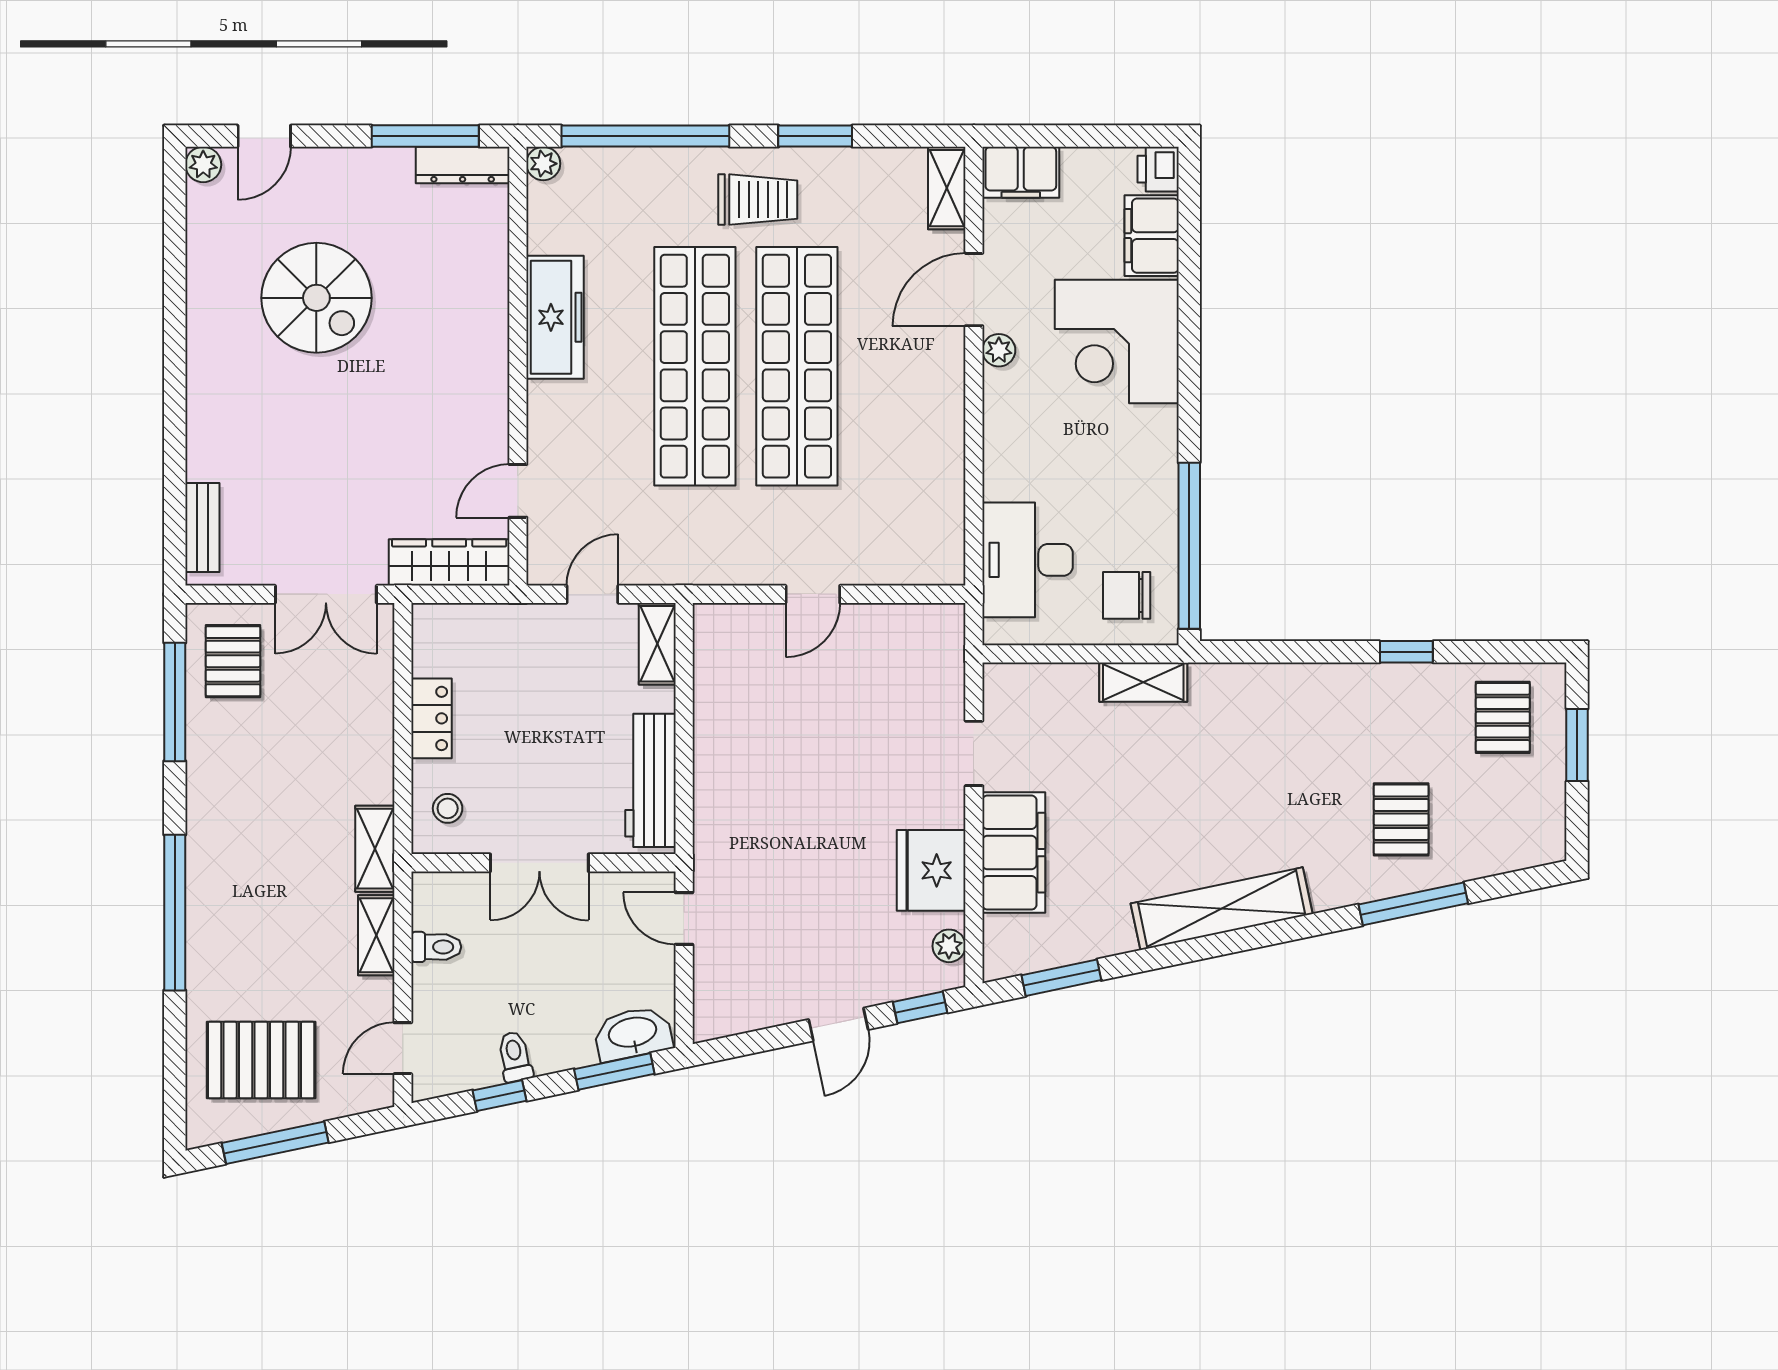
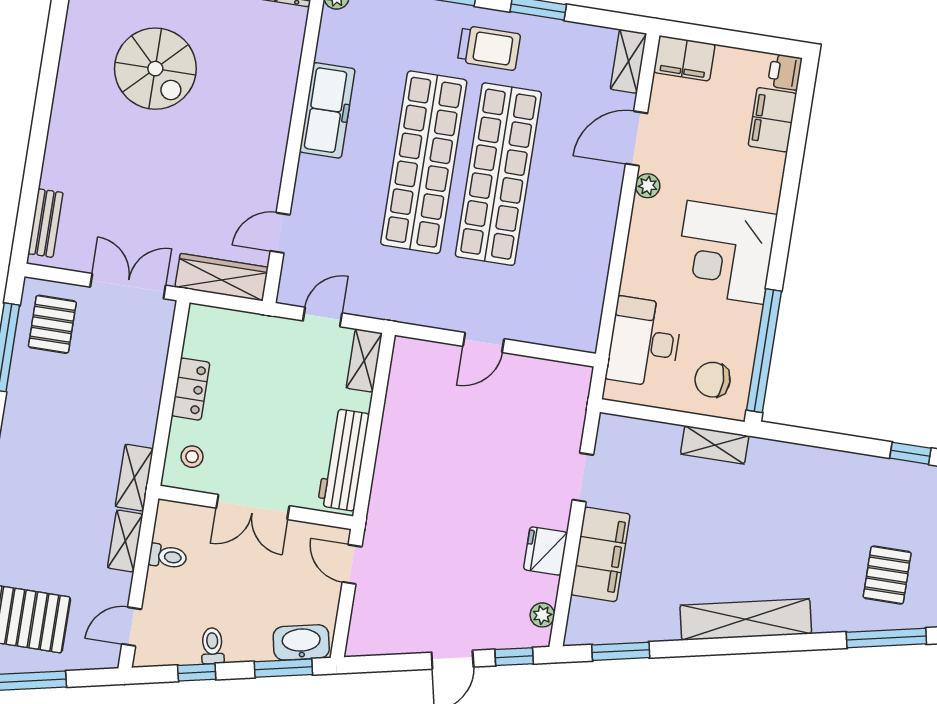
corner desk: (1117, 341) -> (725, 252), moved
double door: (326, 594) -> (128, 286), swing flipped
fridge: (931, 870) -> (546, 551), width x0.73, depth x0.75

